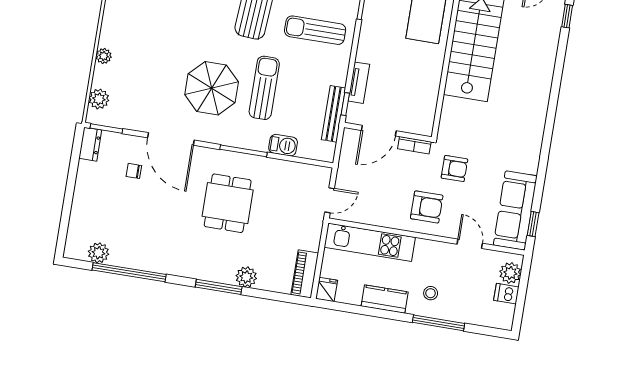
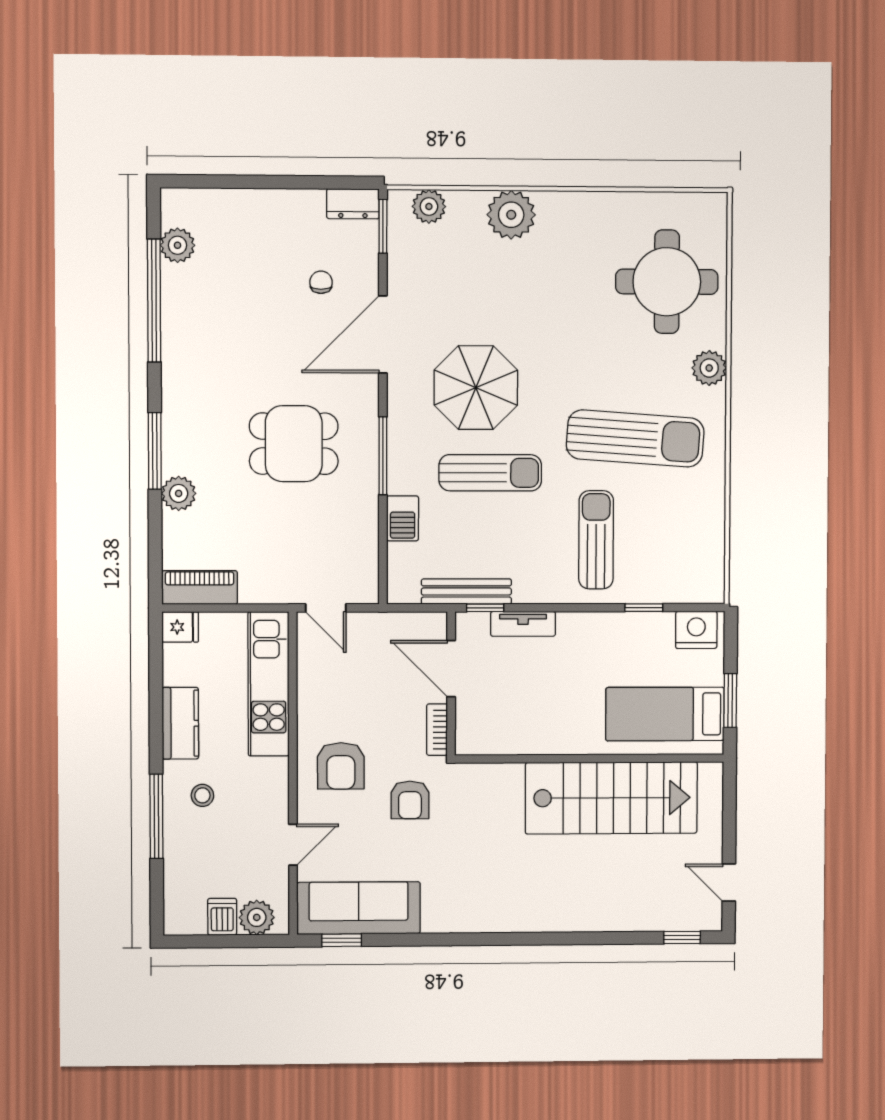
plant: (104, 56) -> (511, 215), width x1.88, depth x1.88

